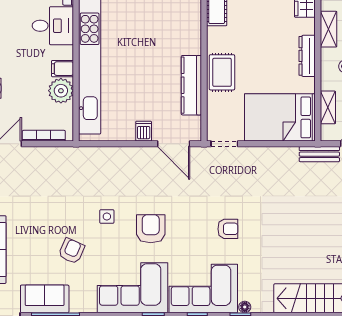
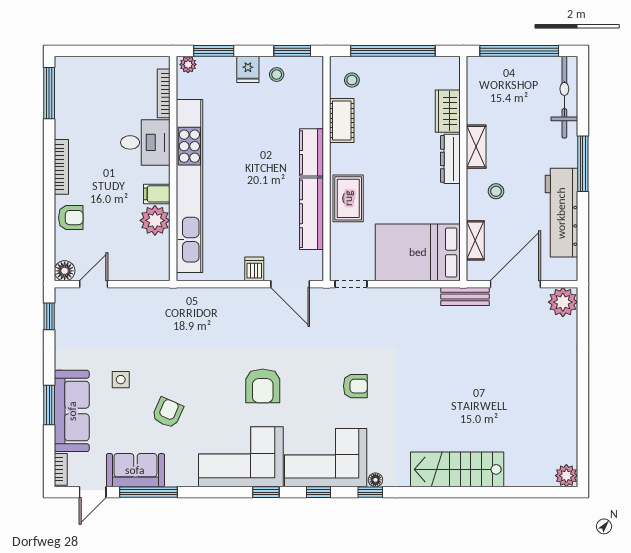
kitchen counter: (191, 34) -> (312, 152), added
dresser: (307, 56) -> (450, 159), moved
bookcase: (44, 136) -> (134, 274), removed
side table: (107, 217) -> (121, 380), moved
armchair: (151, 229) -> (263, 386), turned 180

